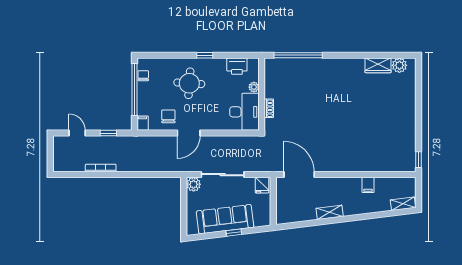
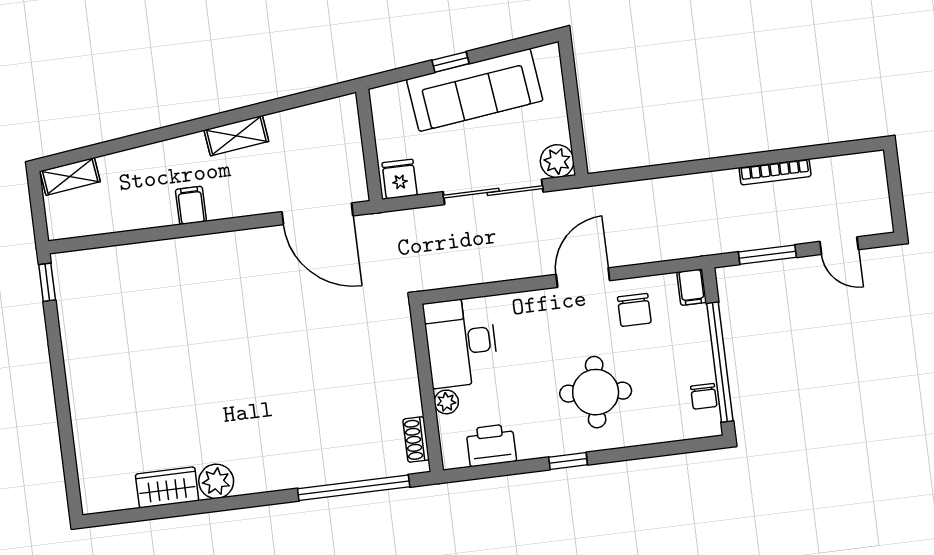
plant: (399, 65) -> (216, 481), moved
shoe rack: (269, 108) -> (416, 439), moved
window: (108, 133) -> (767, 255), width x1.50
filing cabinet: (368, 185) -> (191, 205), moved

